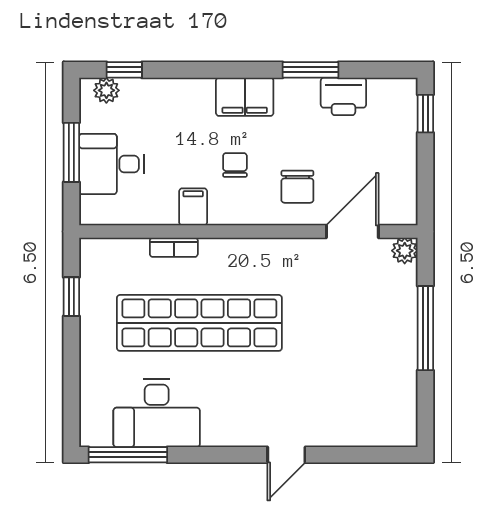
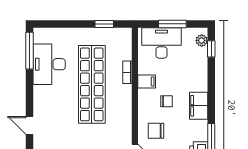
desk: (112, 164) -> (161, 43), width x1.37

